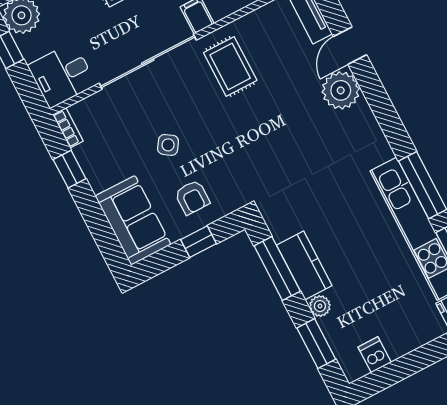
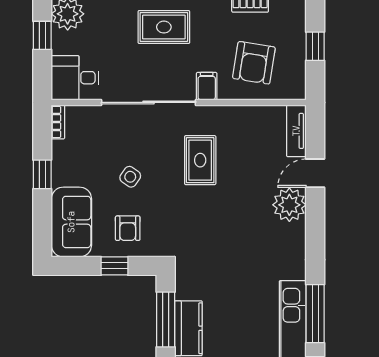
rug: (230, 67) -> (200, 160), moved
window: (70, 169) -> (42, 174), moved

